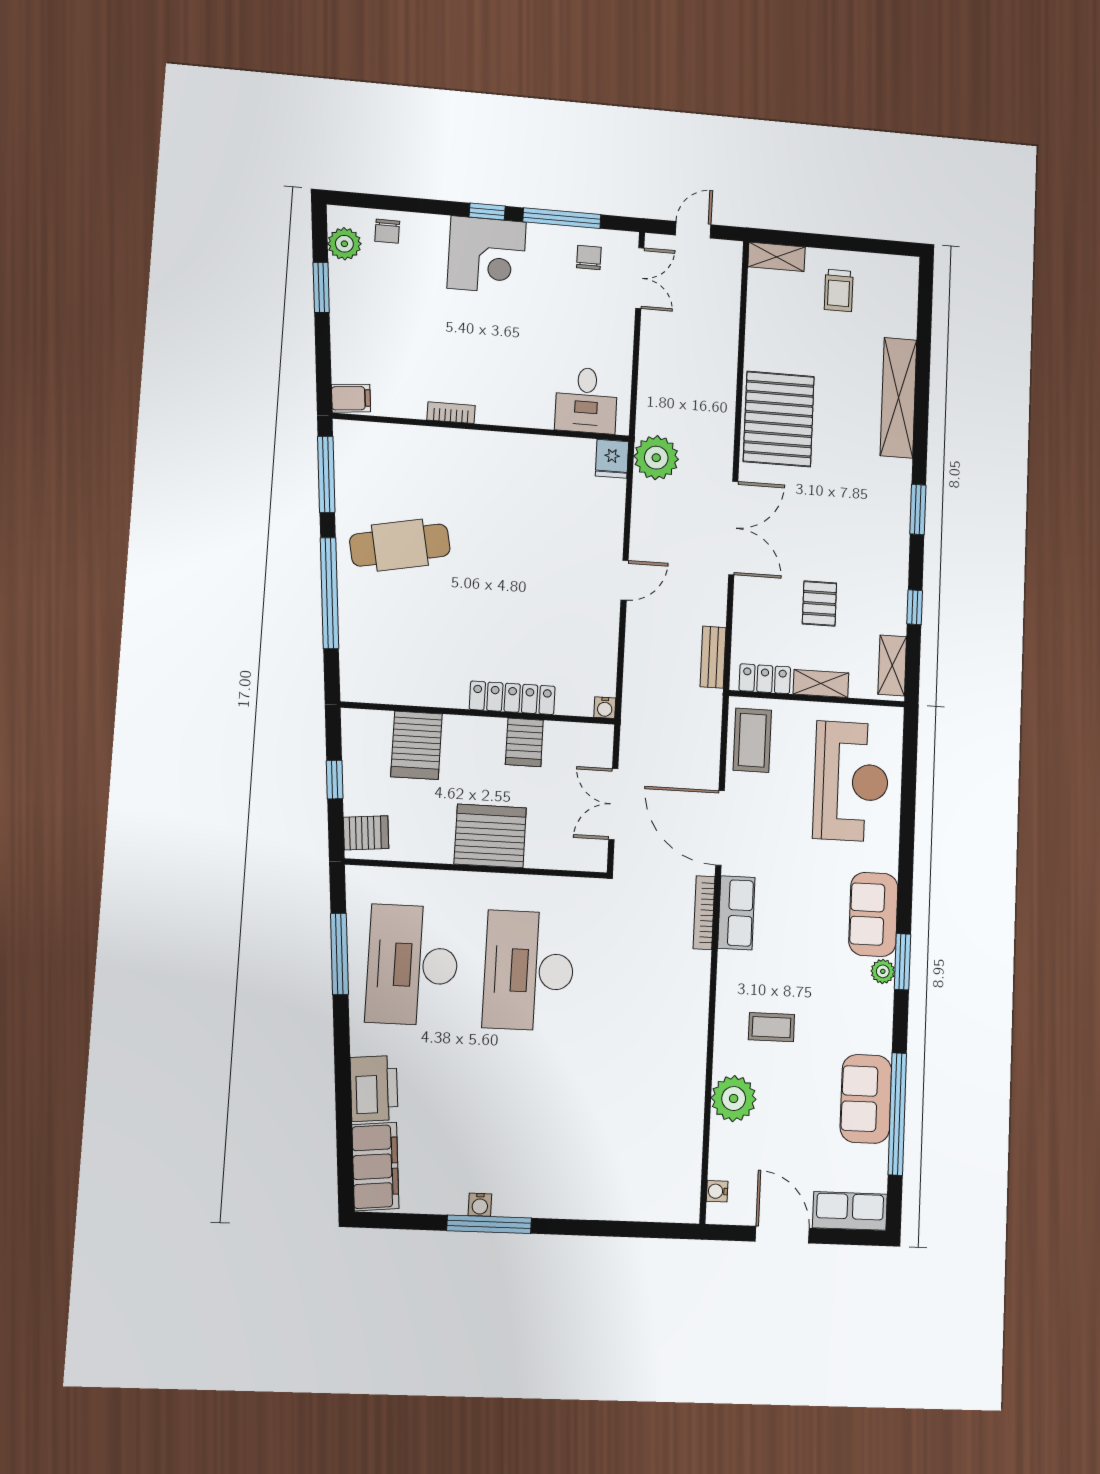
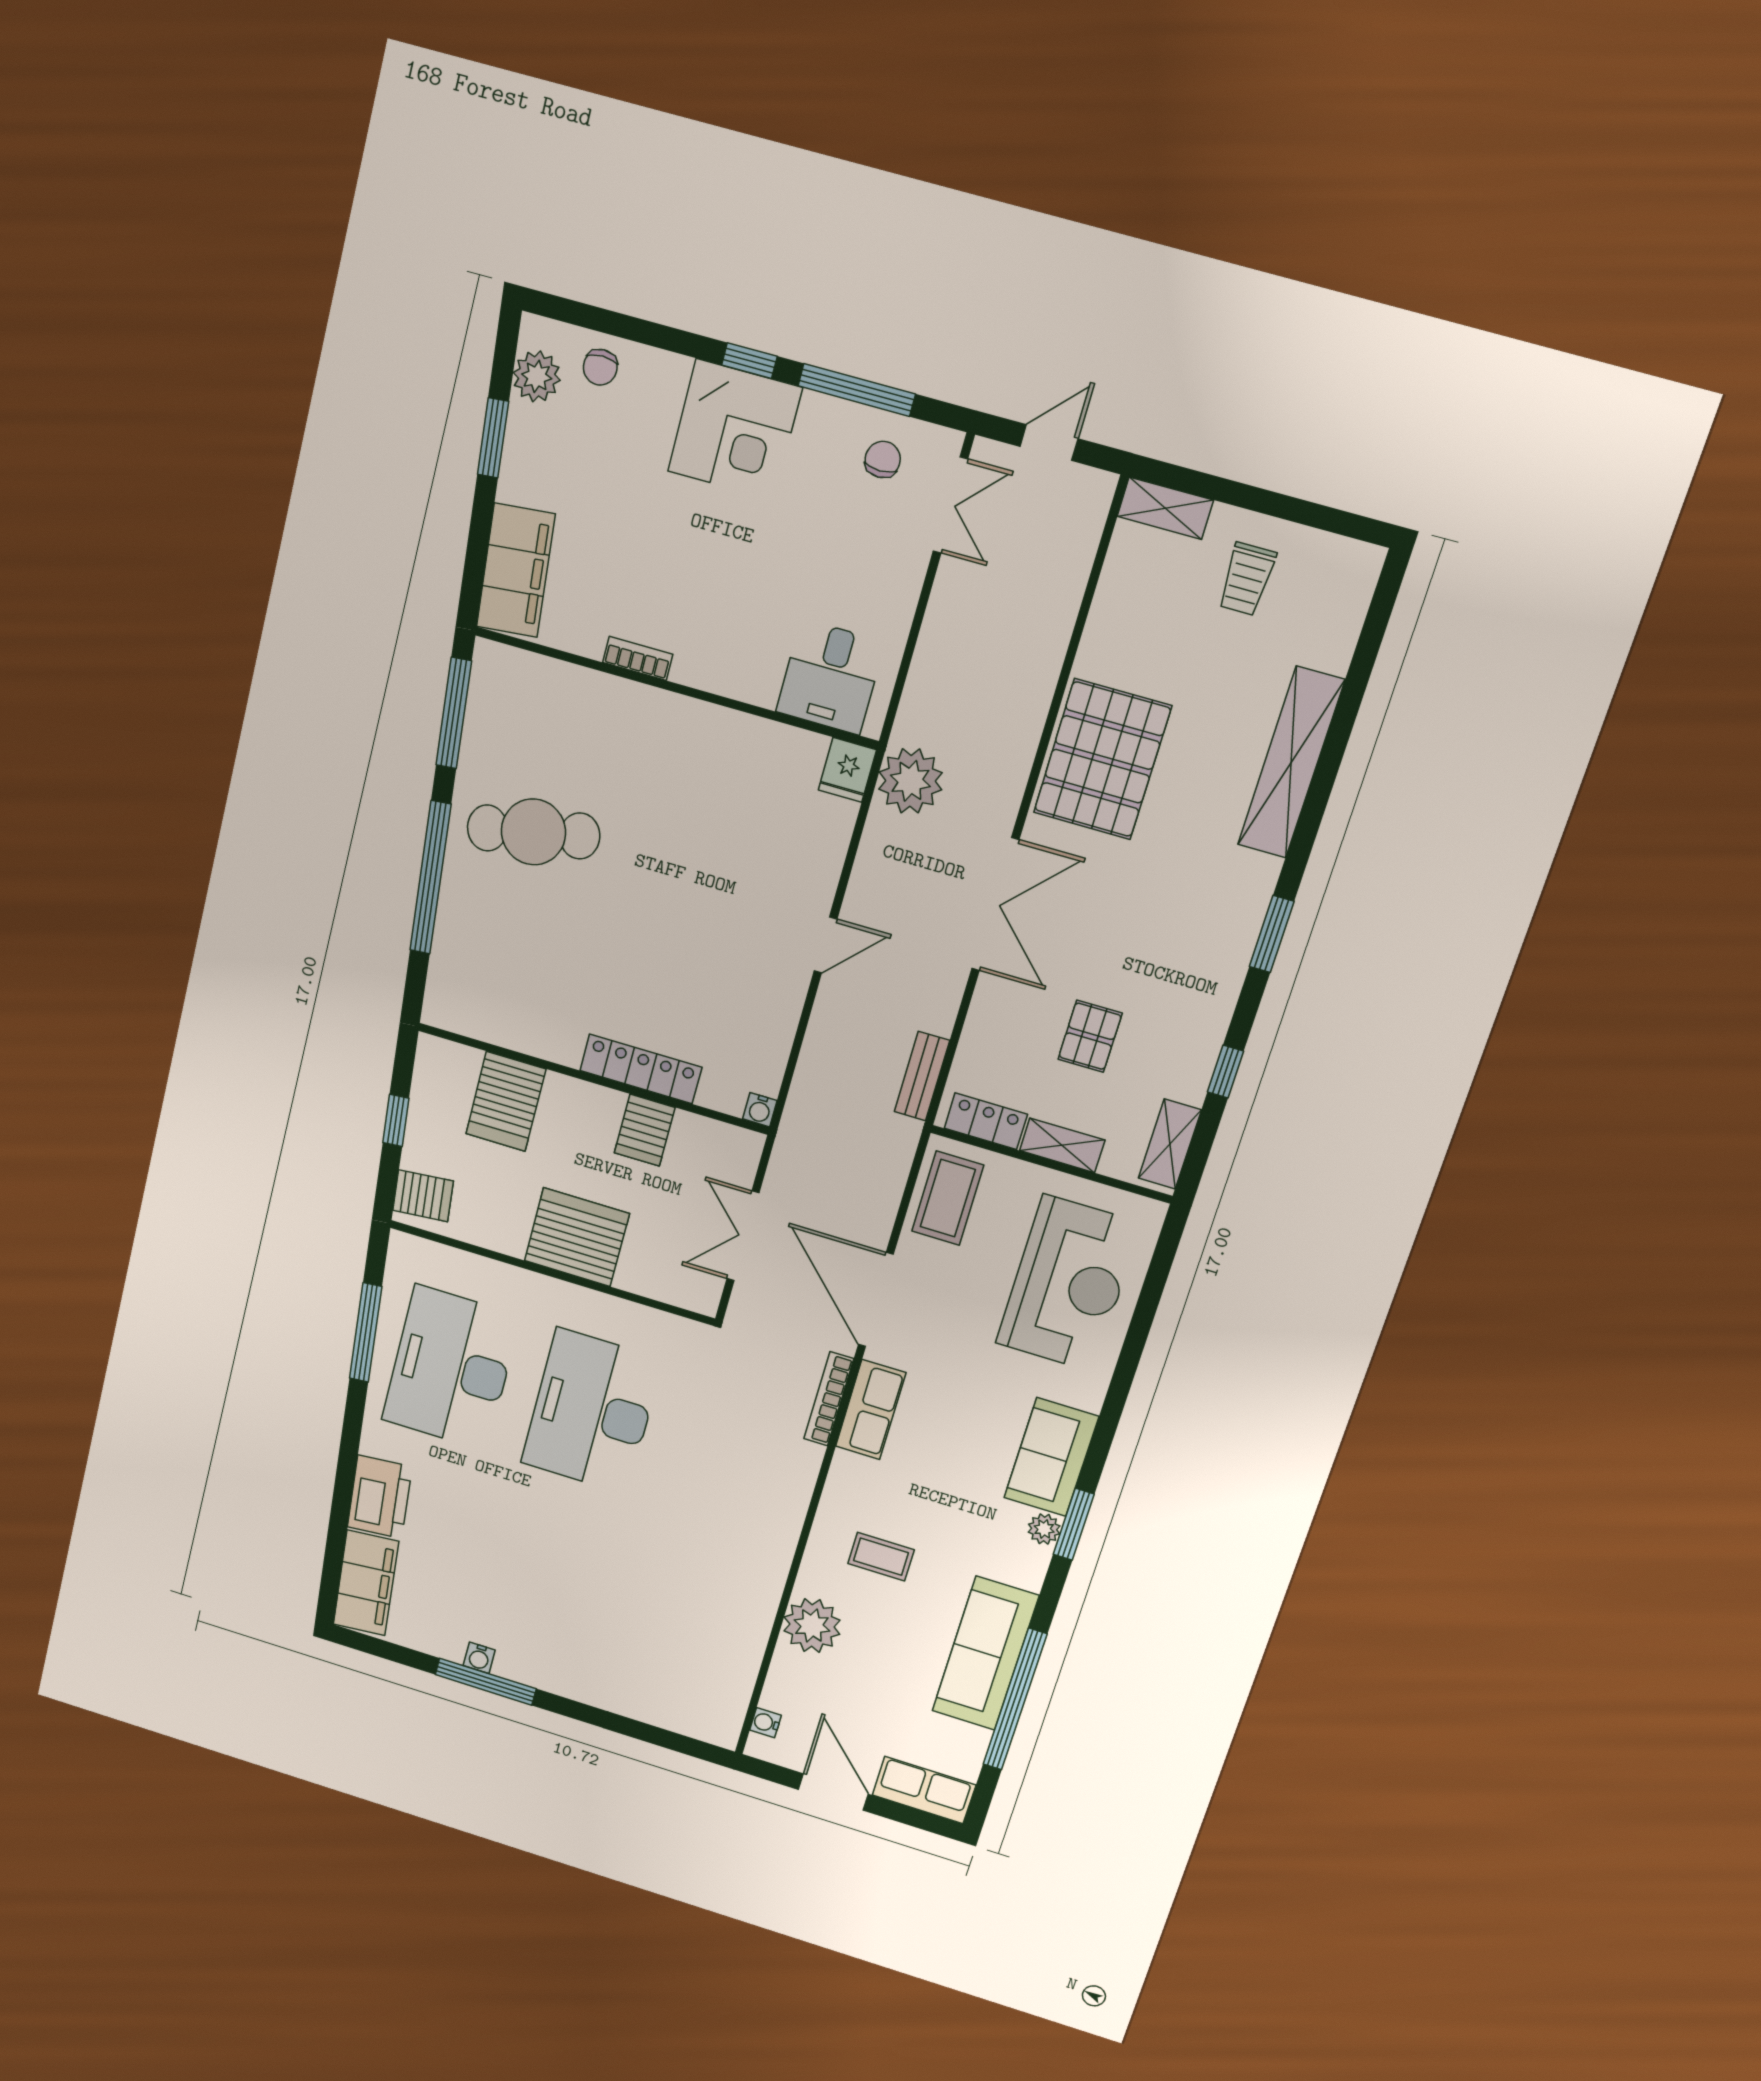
filing cabinet: (351, 398) -> (516, 570), width x3.00, depth x1.17
sofa: (866, 1099) -> (985, 1653), width x1.36

